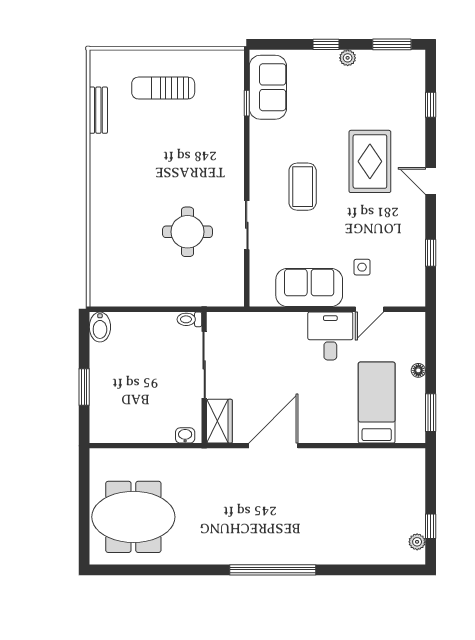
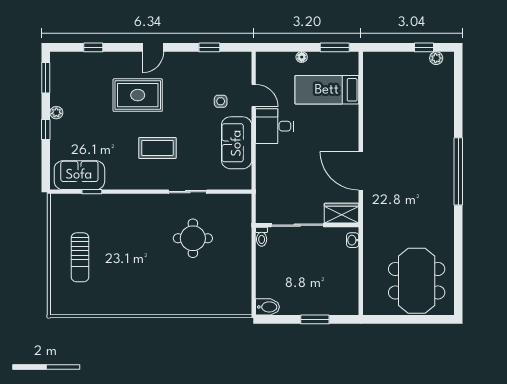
bench: (98, 110) -> (97, 308), removed

